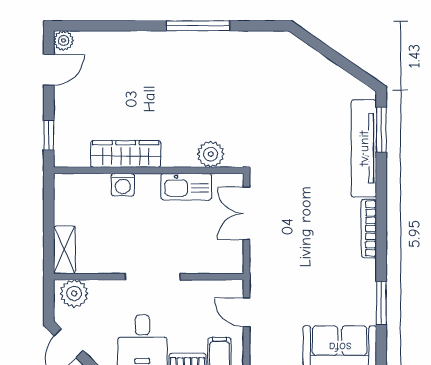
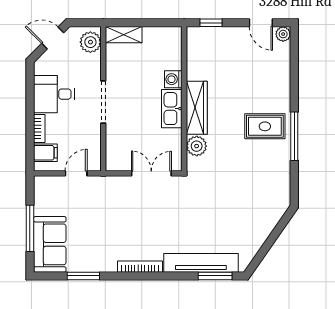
rug: (185, 64) -> (265, 126), added
wardrobe: (126, 154) -> (197, 108), moved
kitchen sink: (186, 187) -> (172, 109), moved

